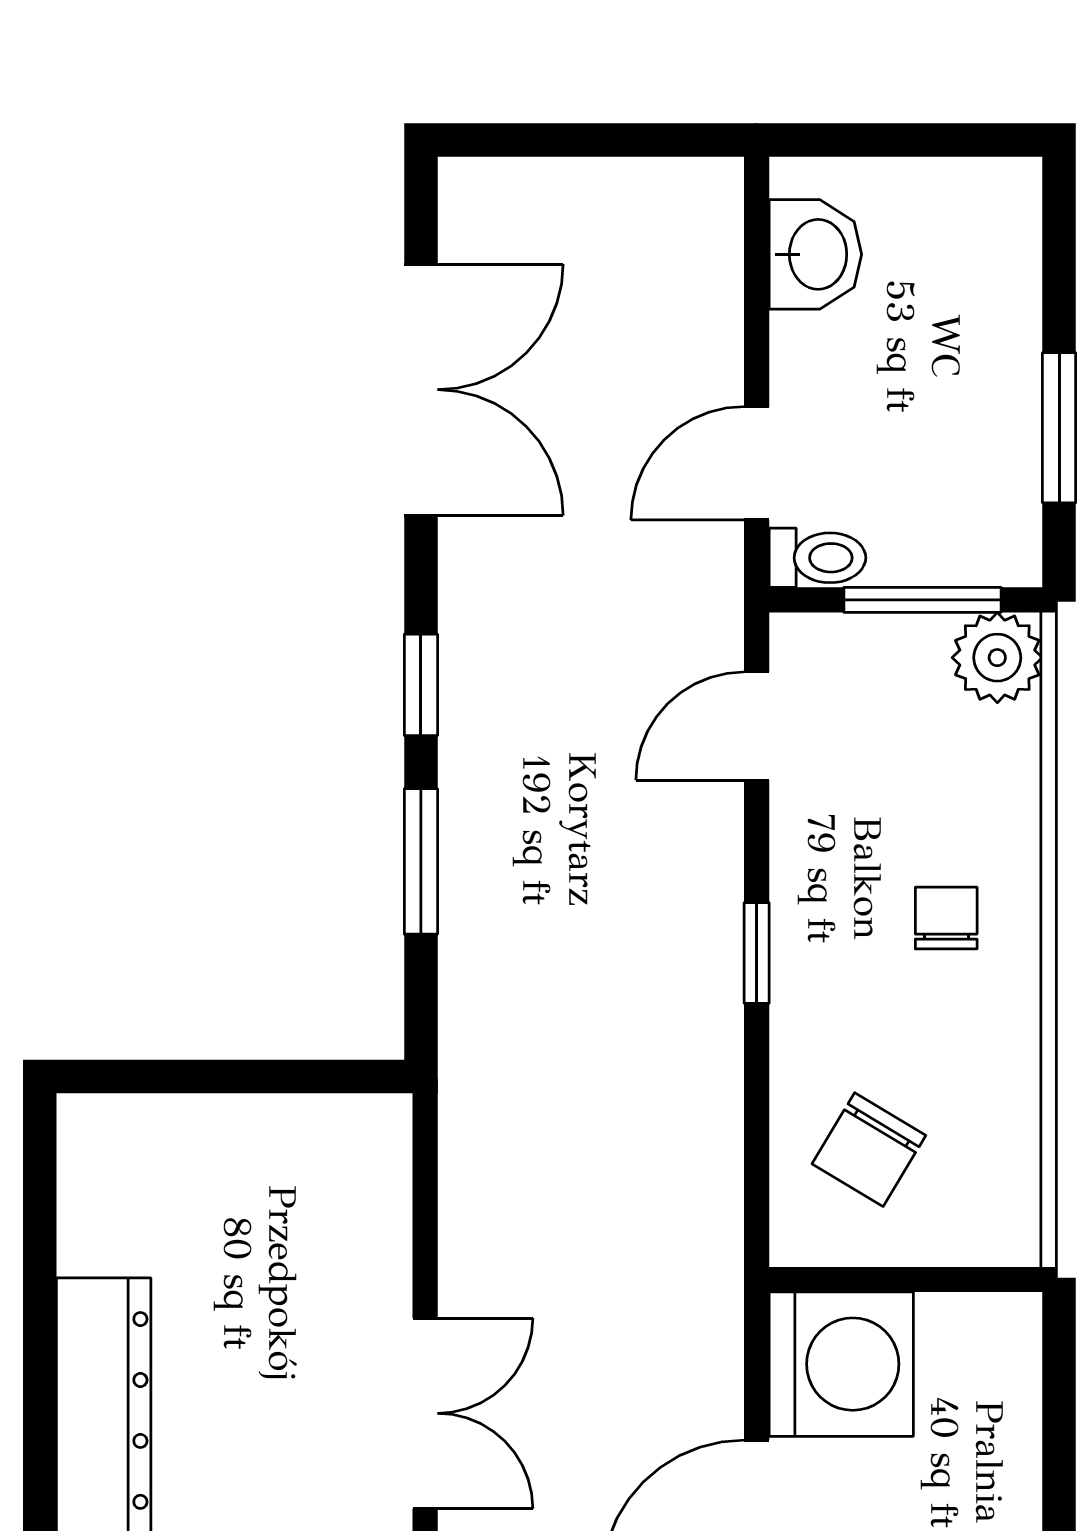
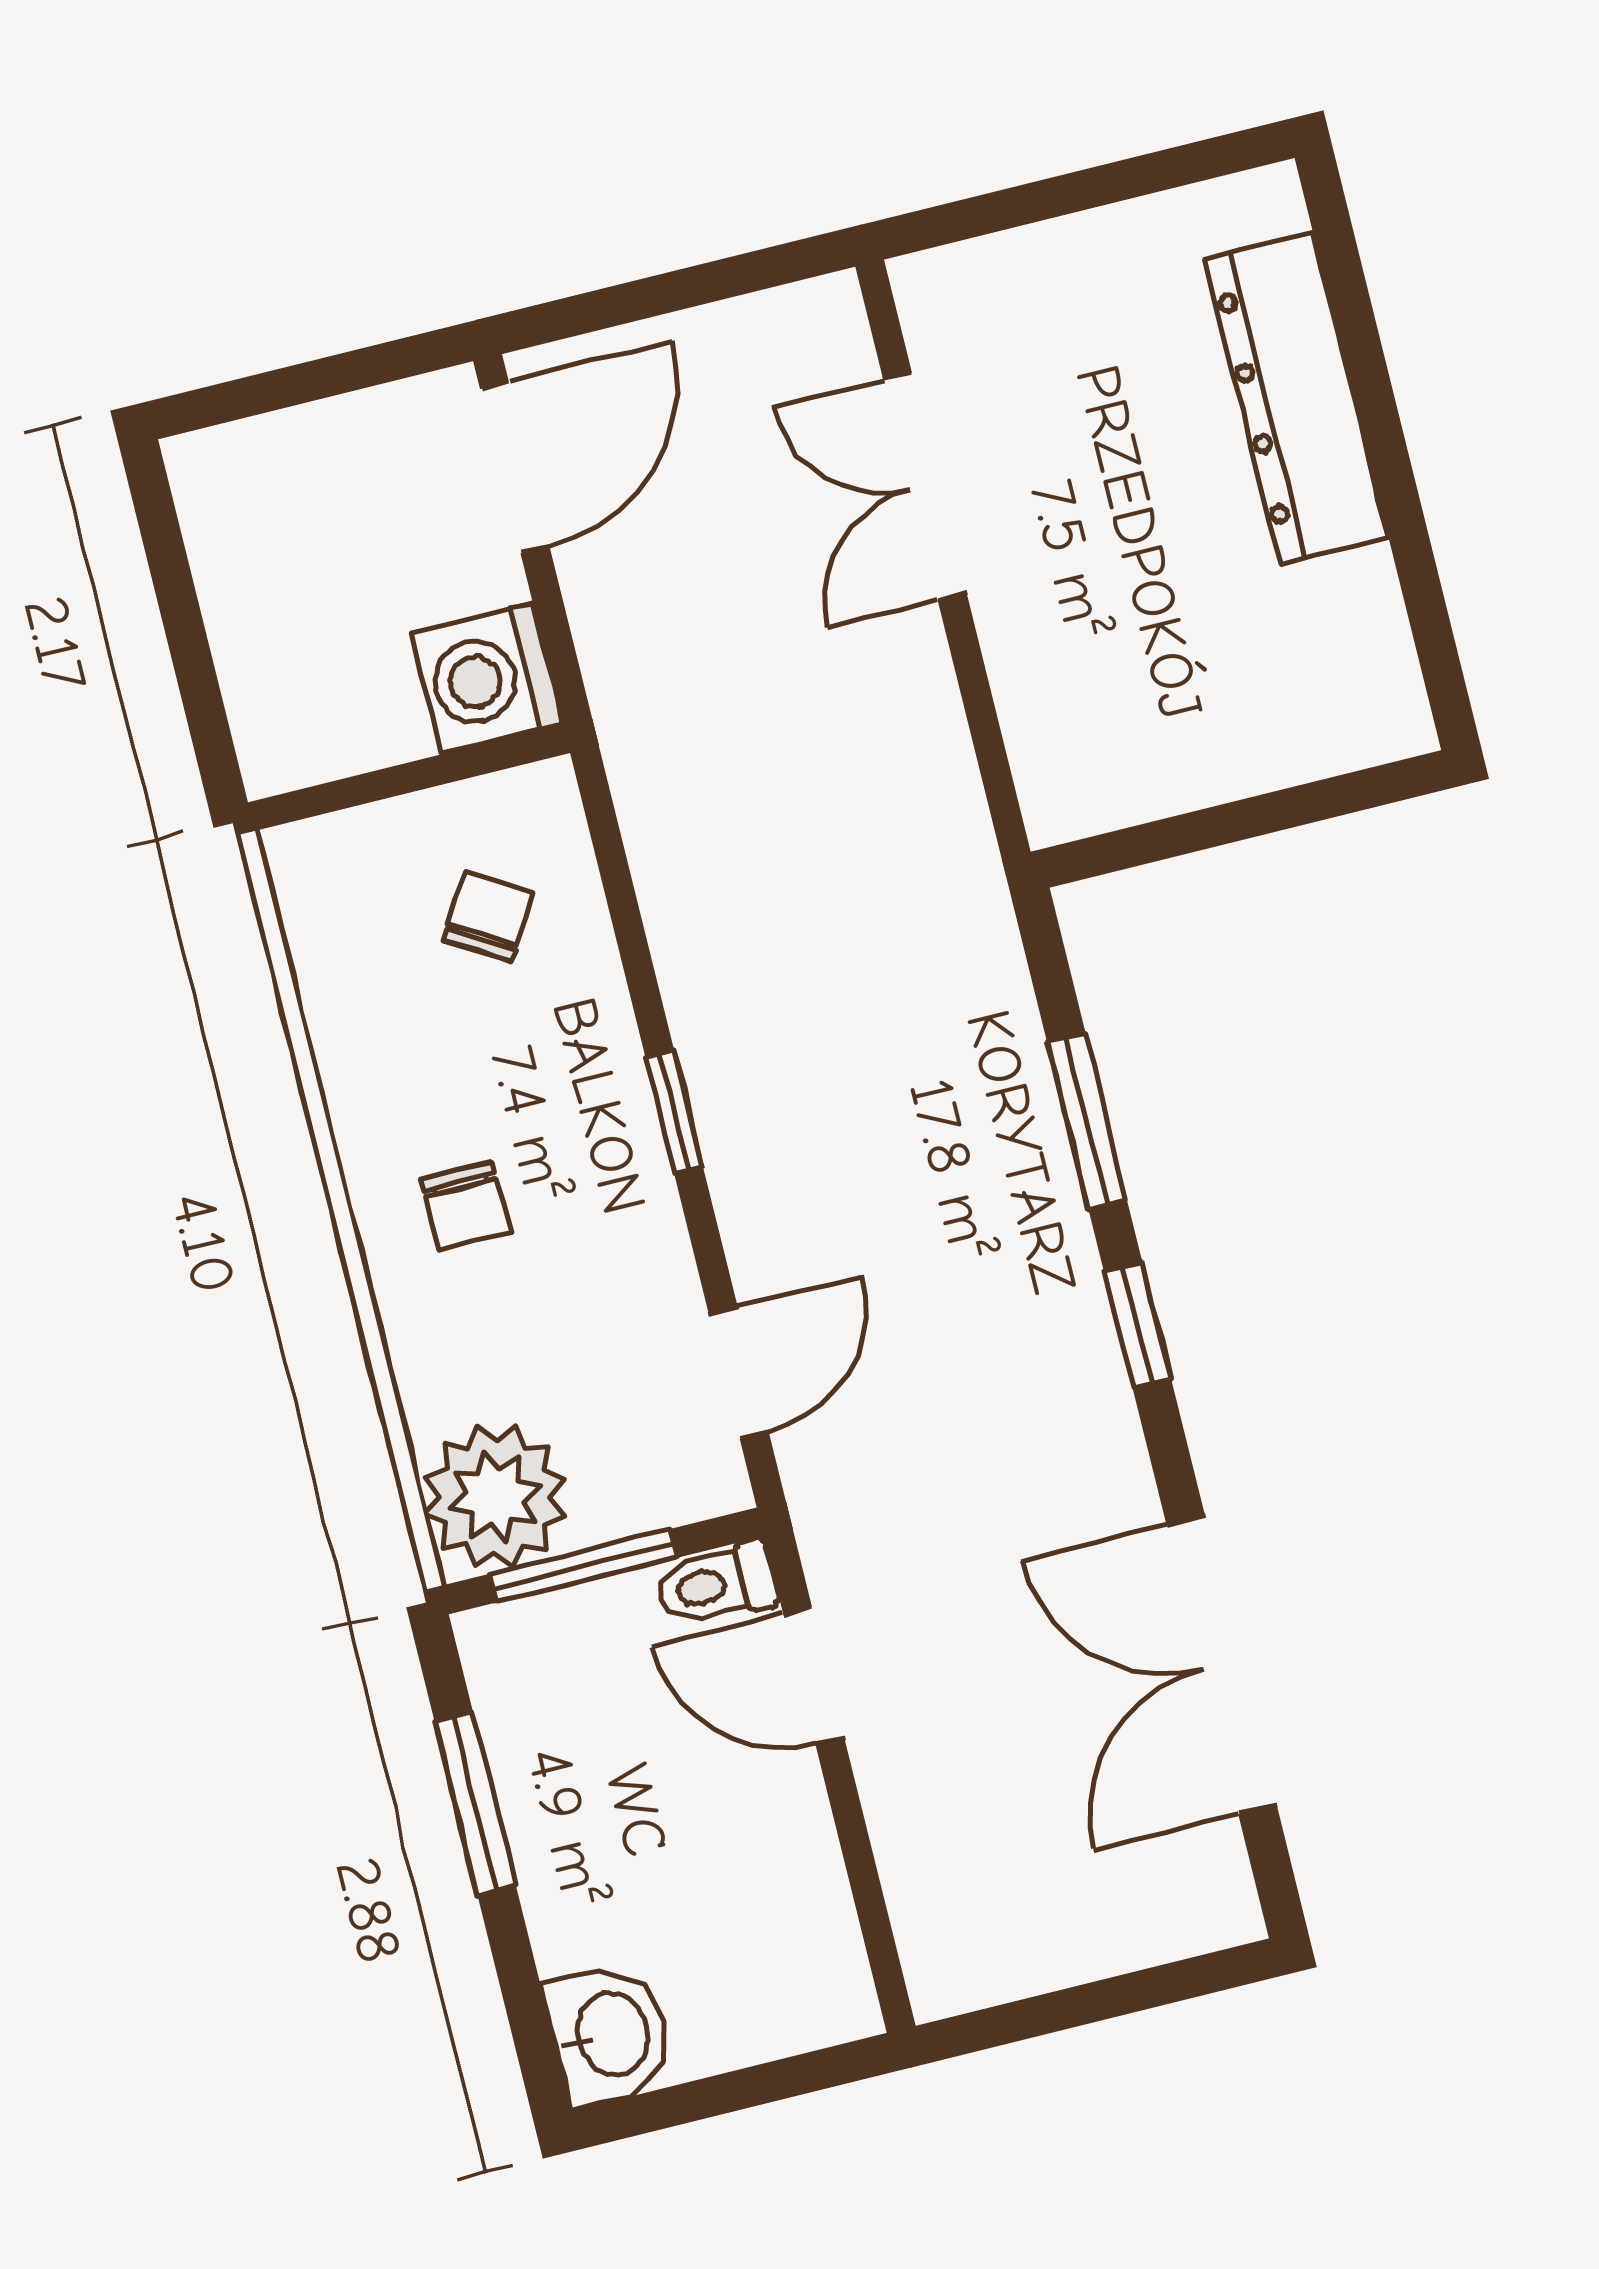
washbasin: (815, 254) -> (609, 2035), moved, turned 180
door: (757, 463) -> (814, 1676), swing flipped
plant: (997, 658) -> (495, 1497), width x1.36, depth x1.36
chair: (869, 1150) -> (488, 917), width x0.73, depth x0.73
washing machine: (841, 1364) -> (487, 679), width x0.73, depth x0.73

